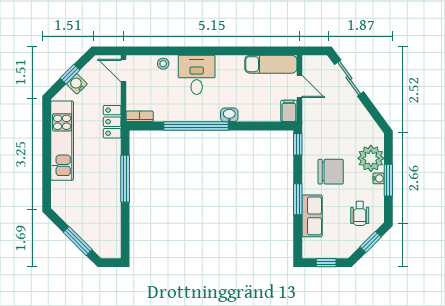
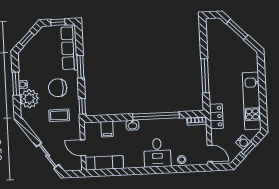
filing cabinet: (289, 111) -> (107, 129), moved
coffee table: (330, 133) -> (59, 115), added
wheelchair: (360, 213) -> (35, 59), removed
row of seats: (312, 216) -> (69, 48), width x1.48

